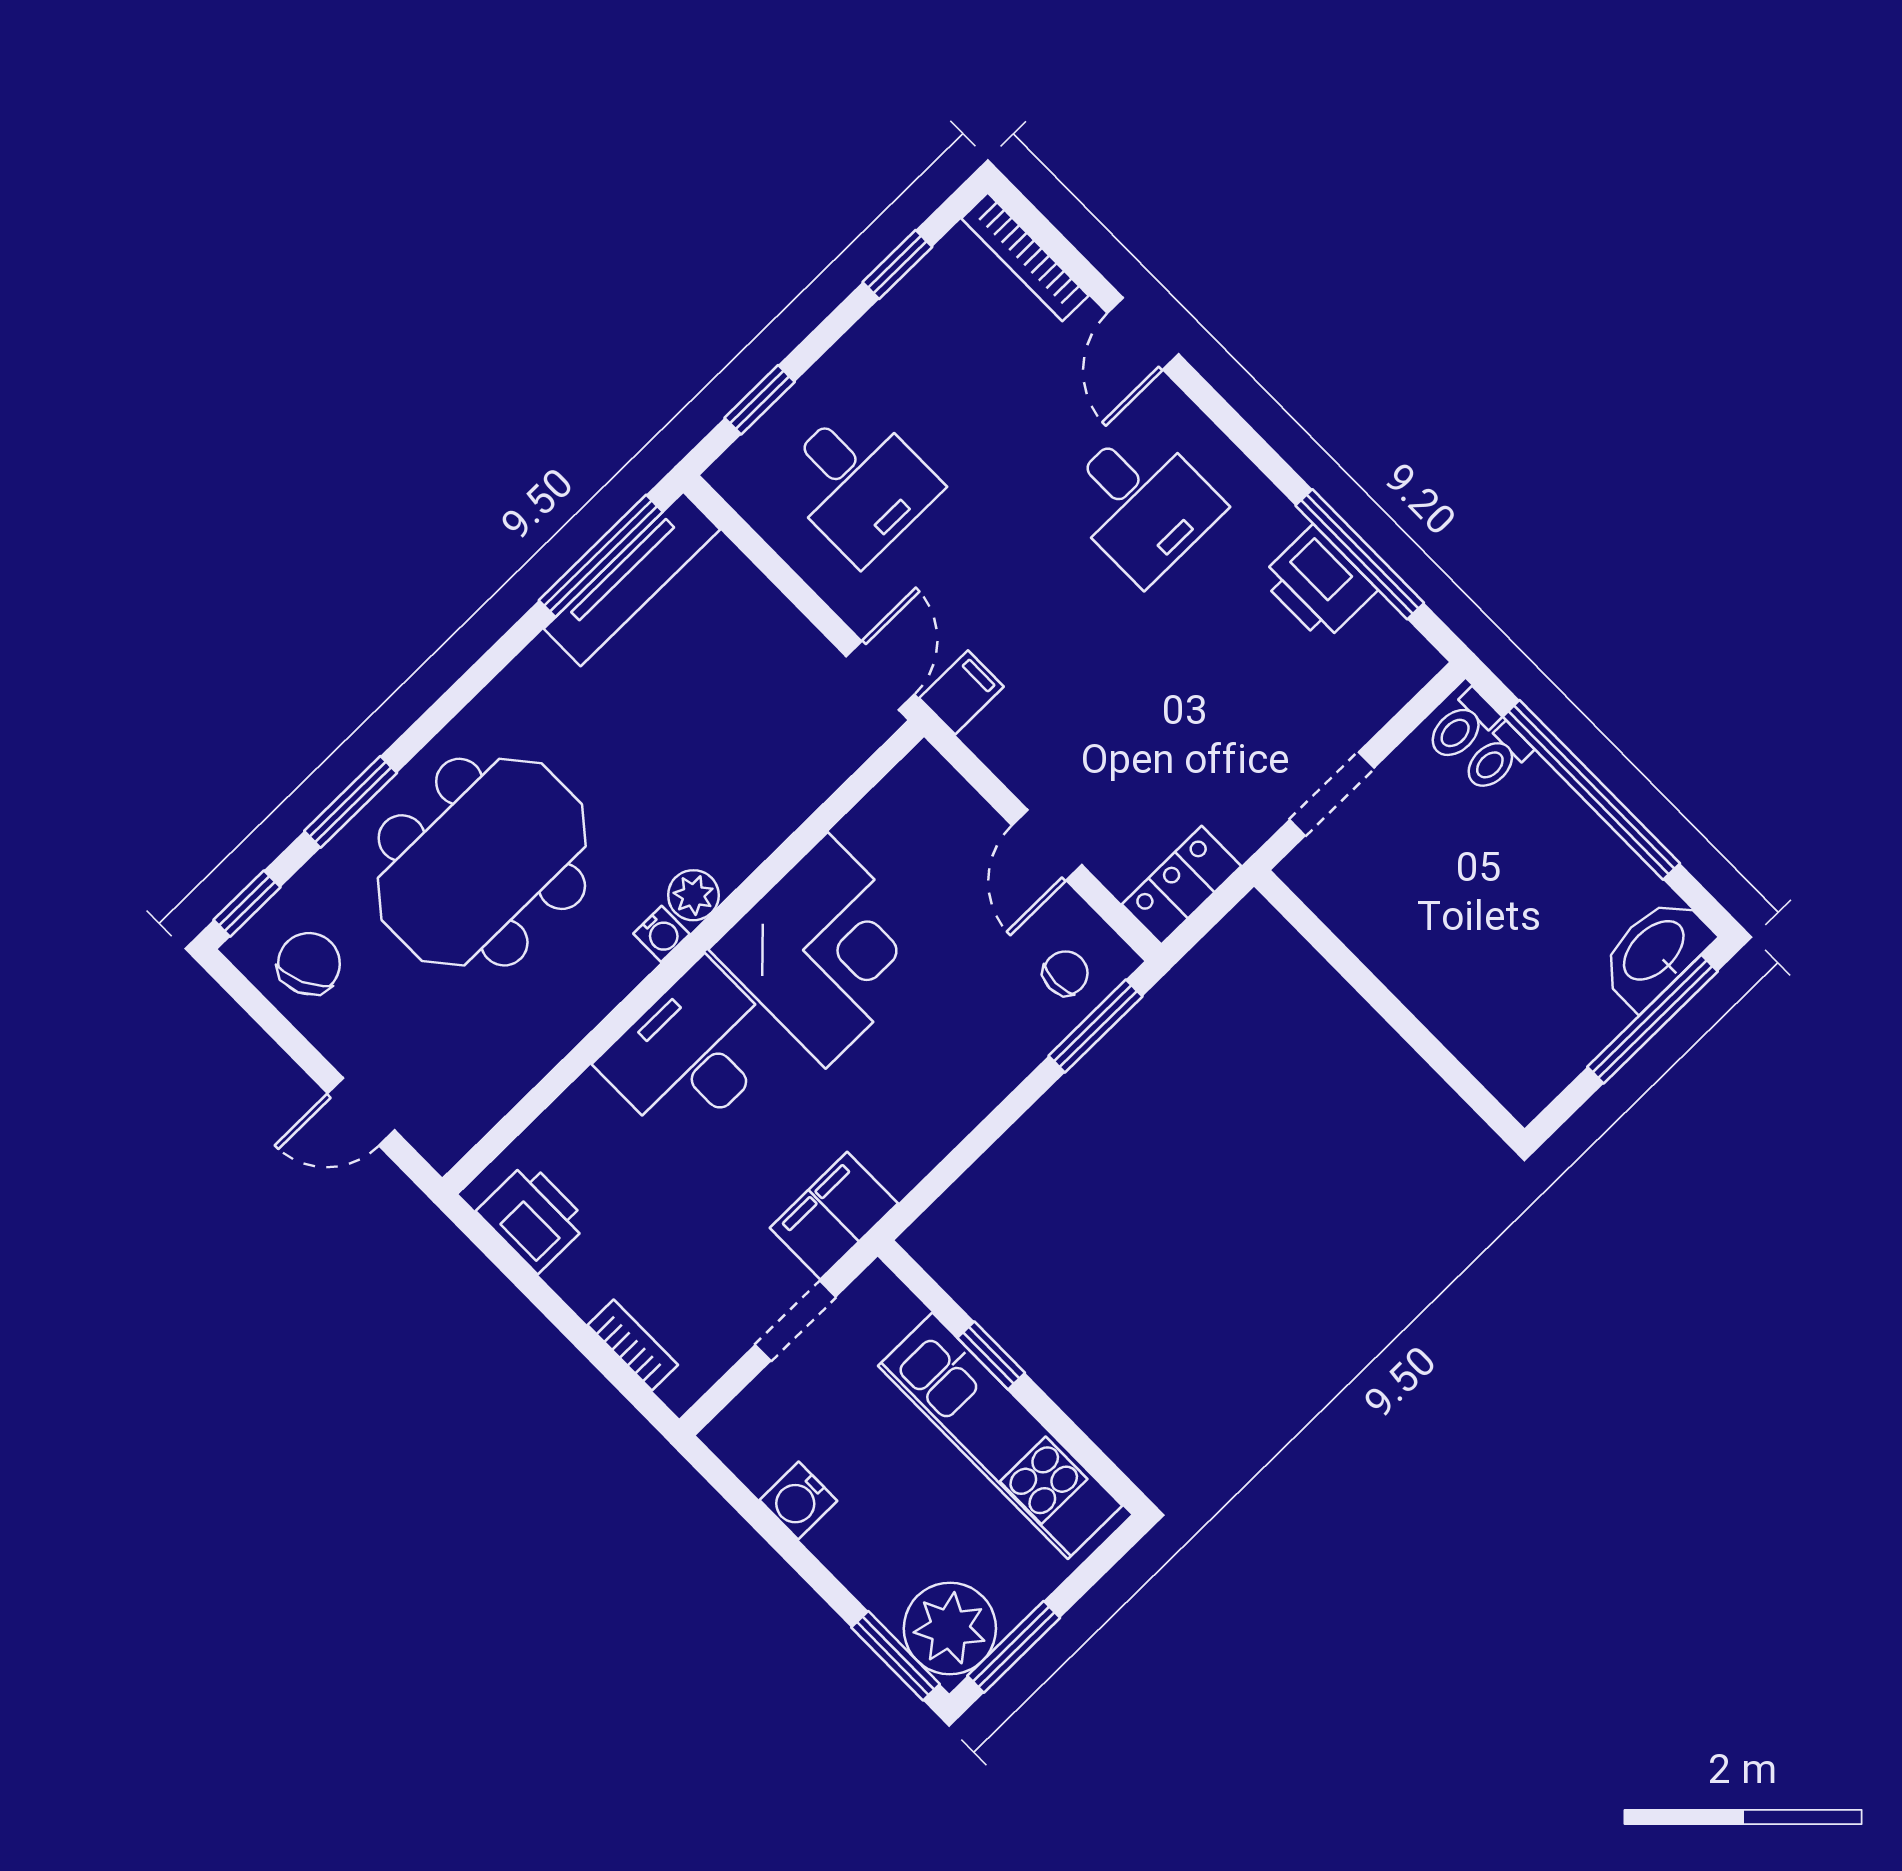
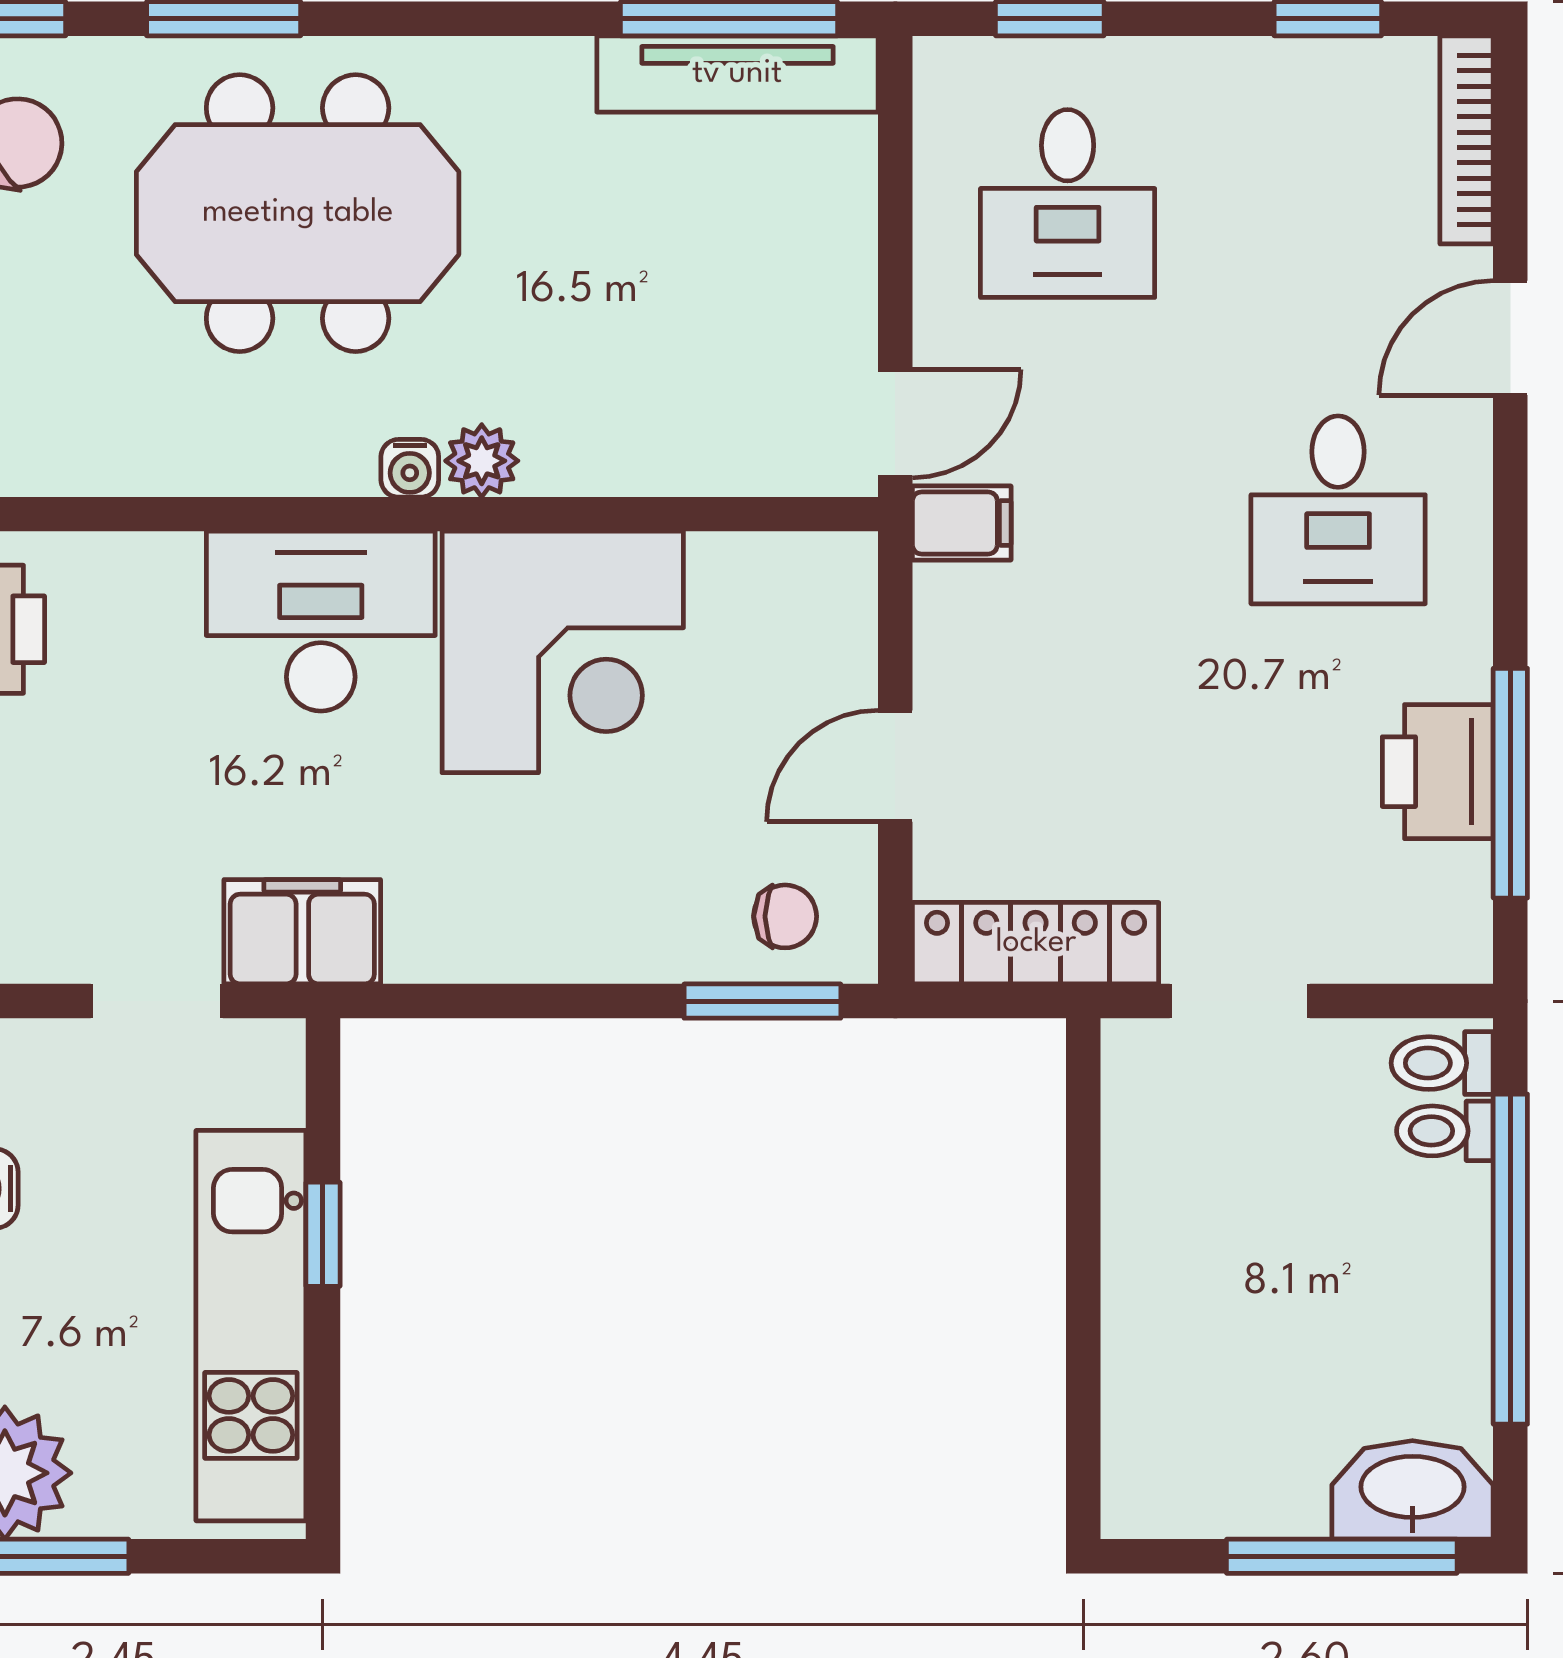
locker: (1181, 885) -> (1036, 943), width x1.53

